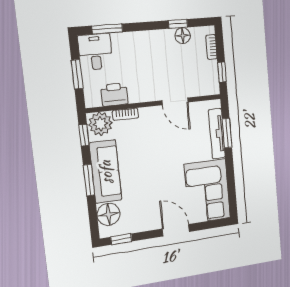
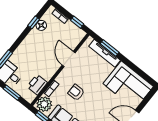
door: (175, 101) -> (69, 59), swing flipped
armchair: (147, 146) -> (76, 92), added

